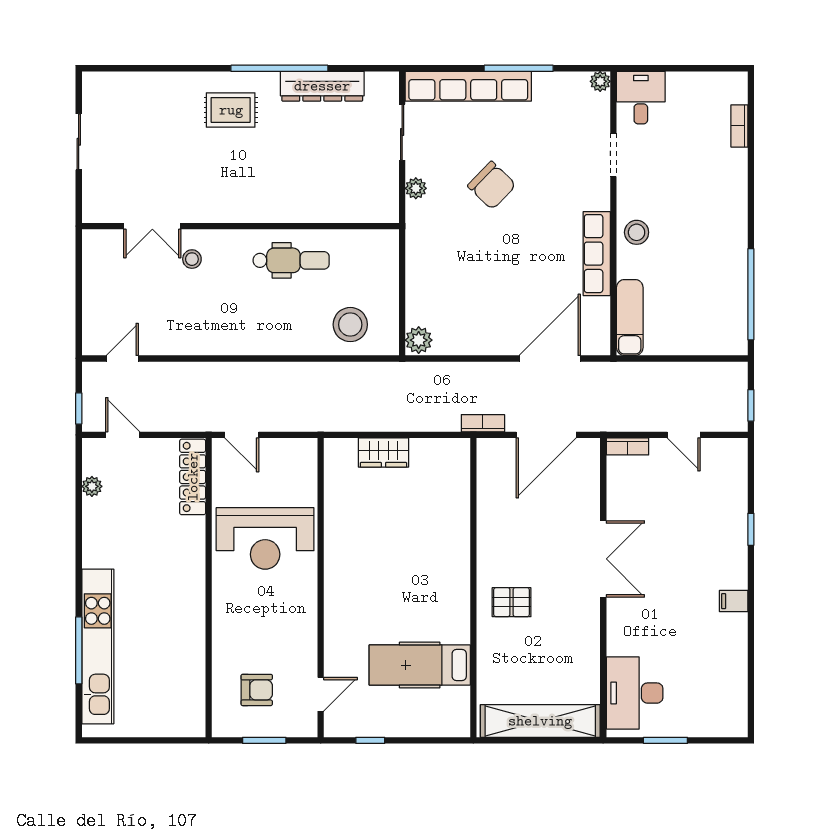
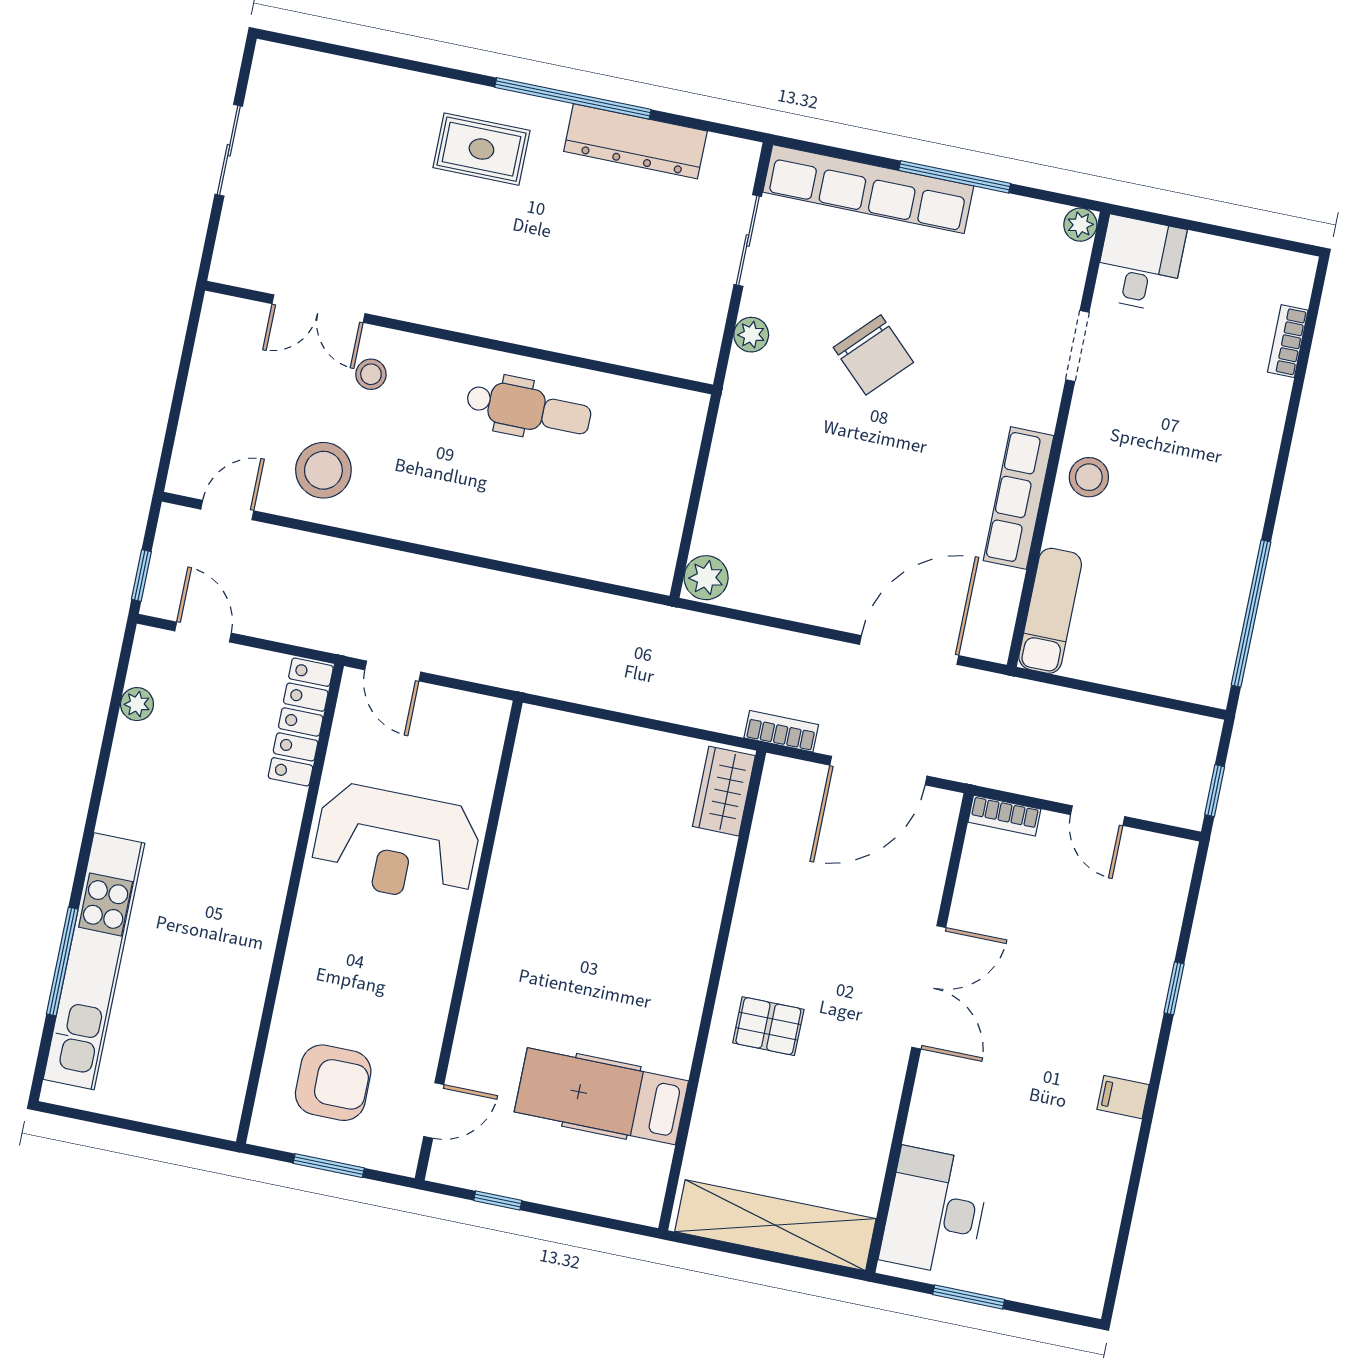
stool: (350, 325) -> (323, 470), moved
wardrobe: (383, 453) -> (724, 791), moved, turned 90
armchair: (257, 690) -> (333, 1083), width x1.38, depth x1.38

